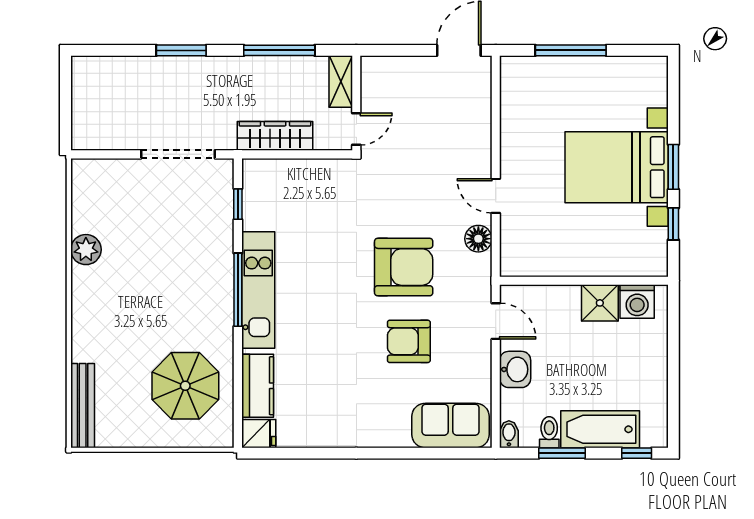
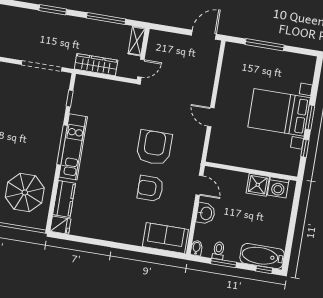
floor lamp: (478, 239) -> (197, 139), removed
armchair: (404, 267) -> (154, 148), turned -90
bathtub: (600, 429) -> (262, 256), moved

